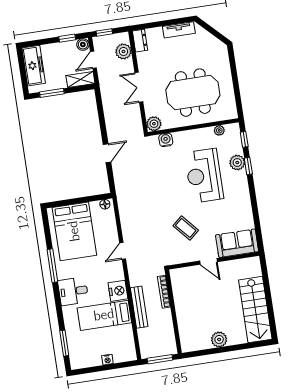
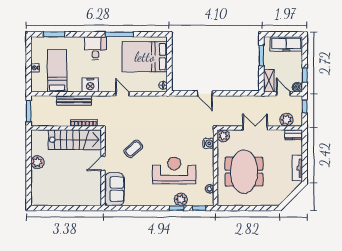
stairs: (255, 310) -> (75, 140), moved, turned 180
bed: (104, 315) -> (57, 71), moved

